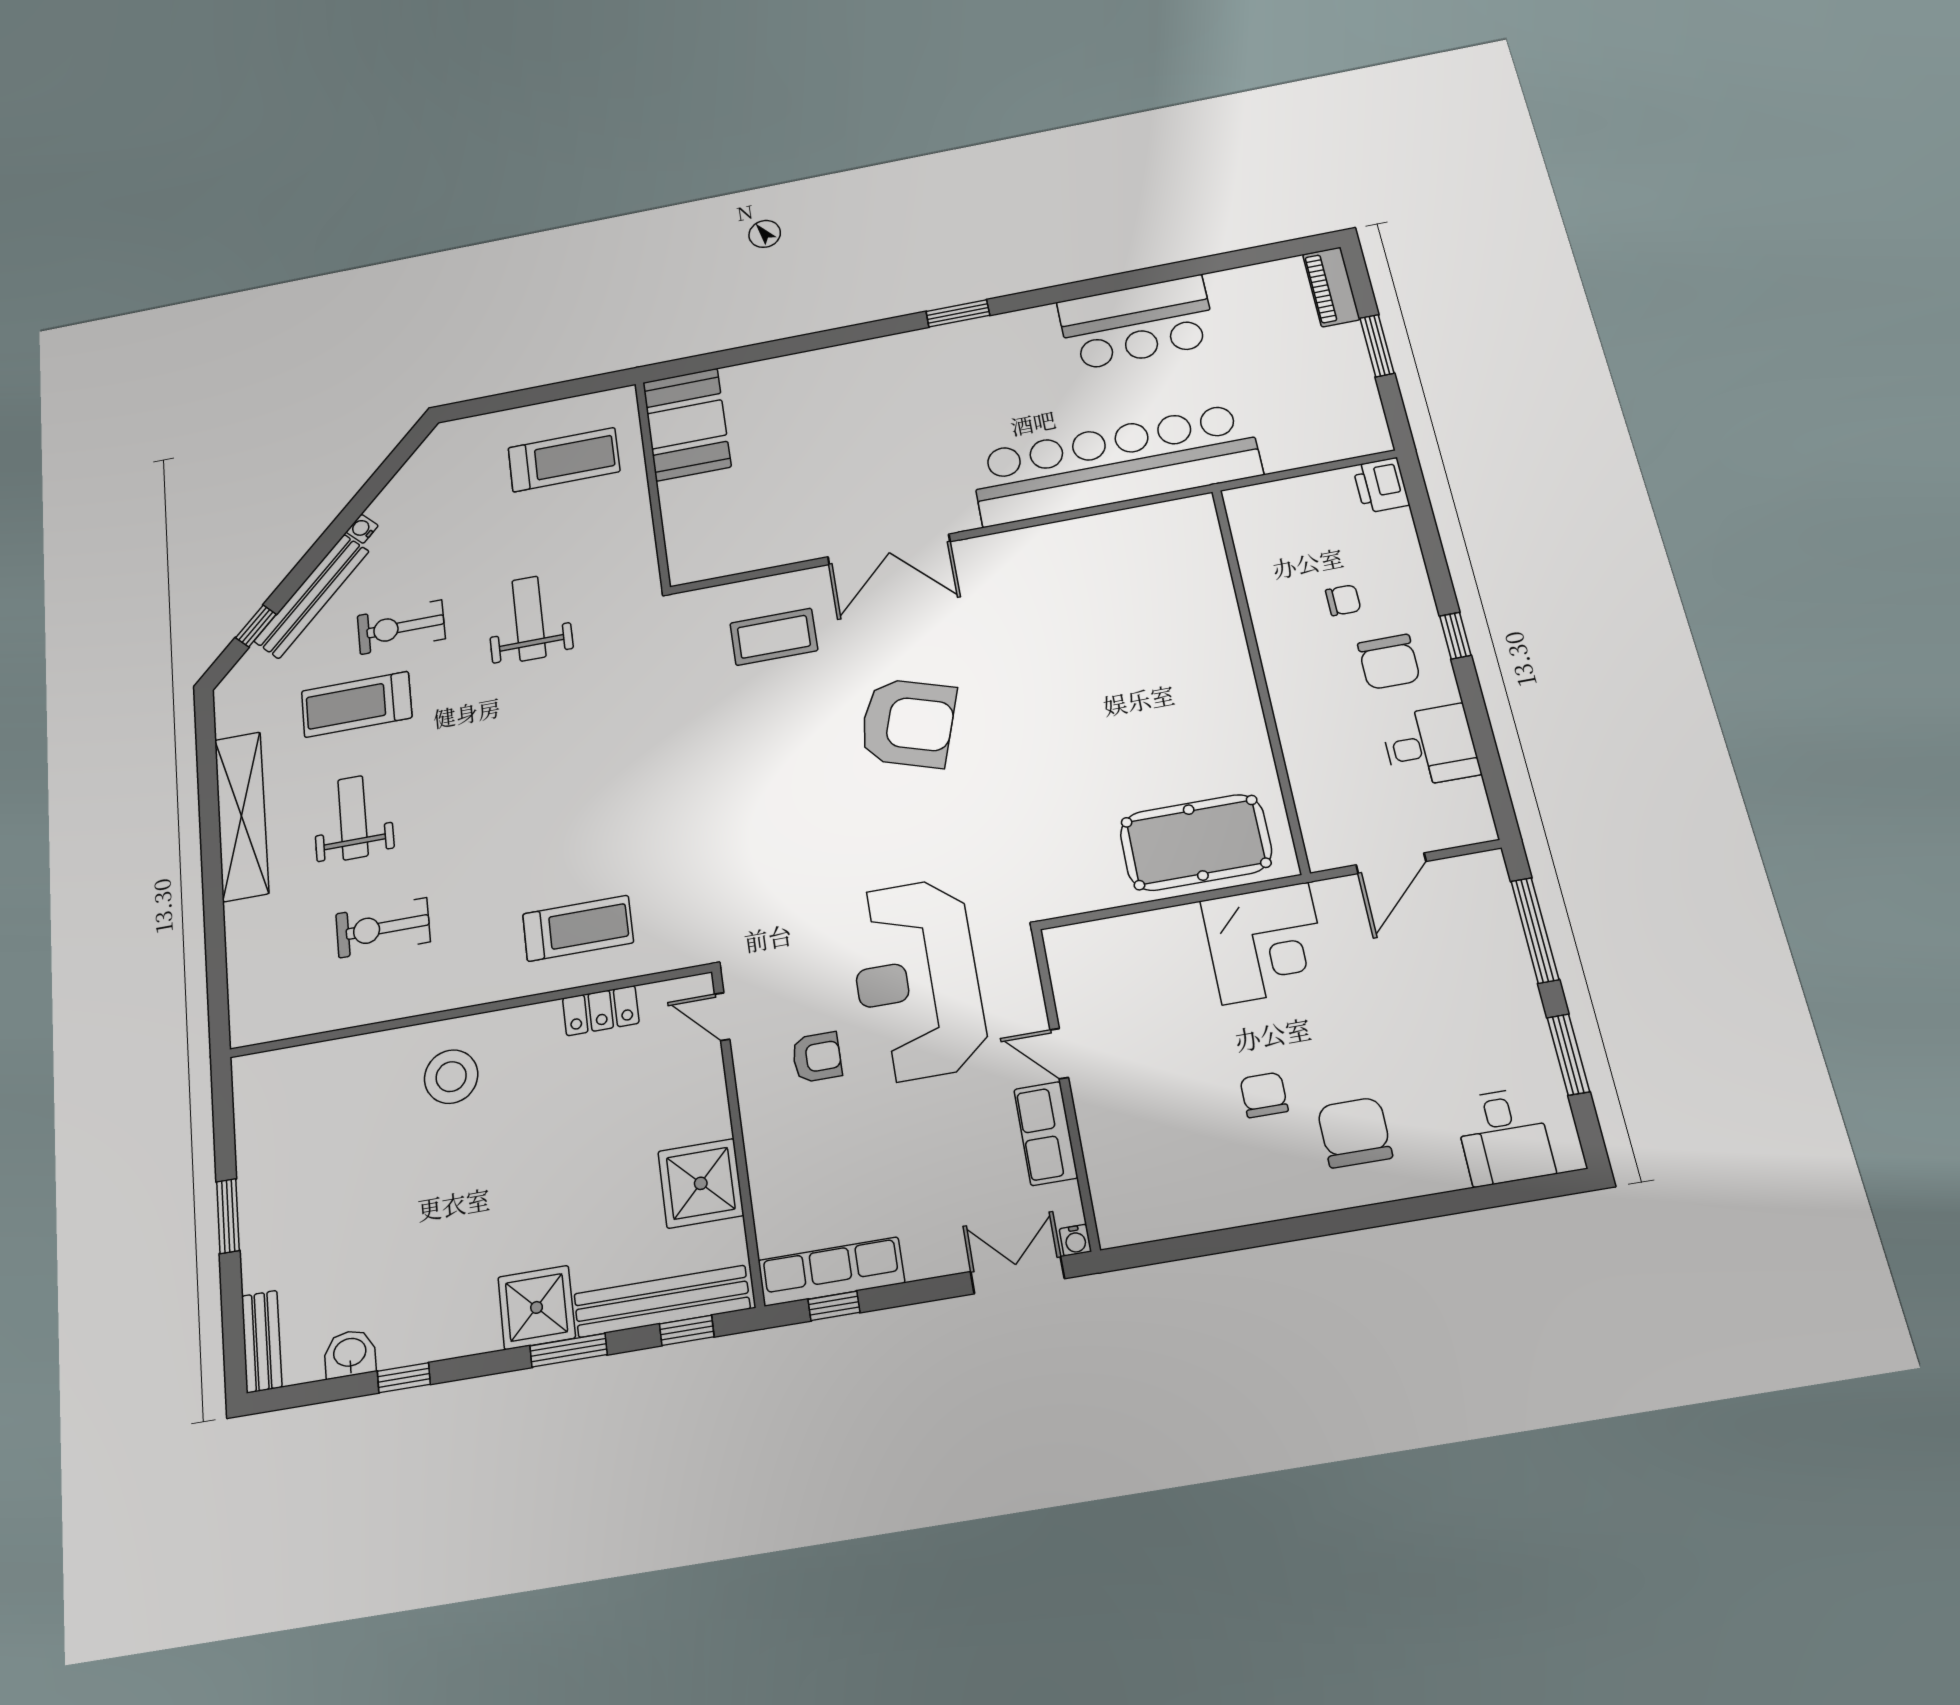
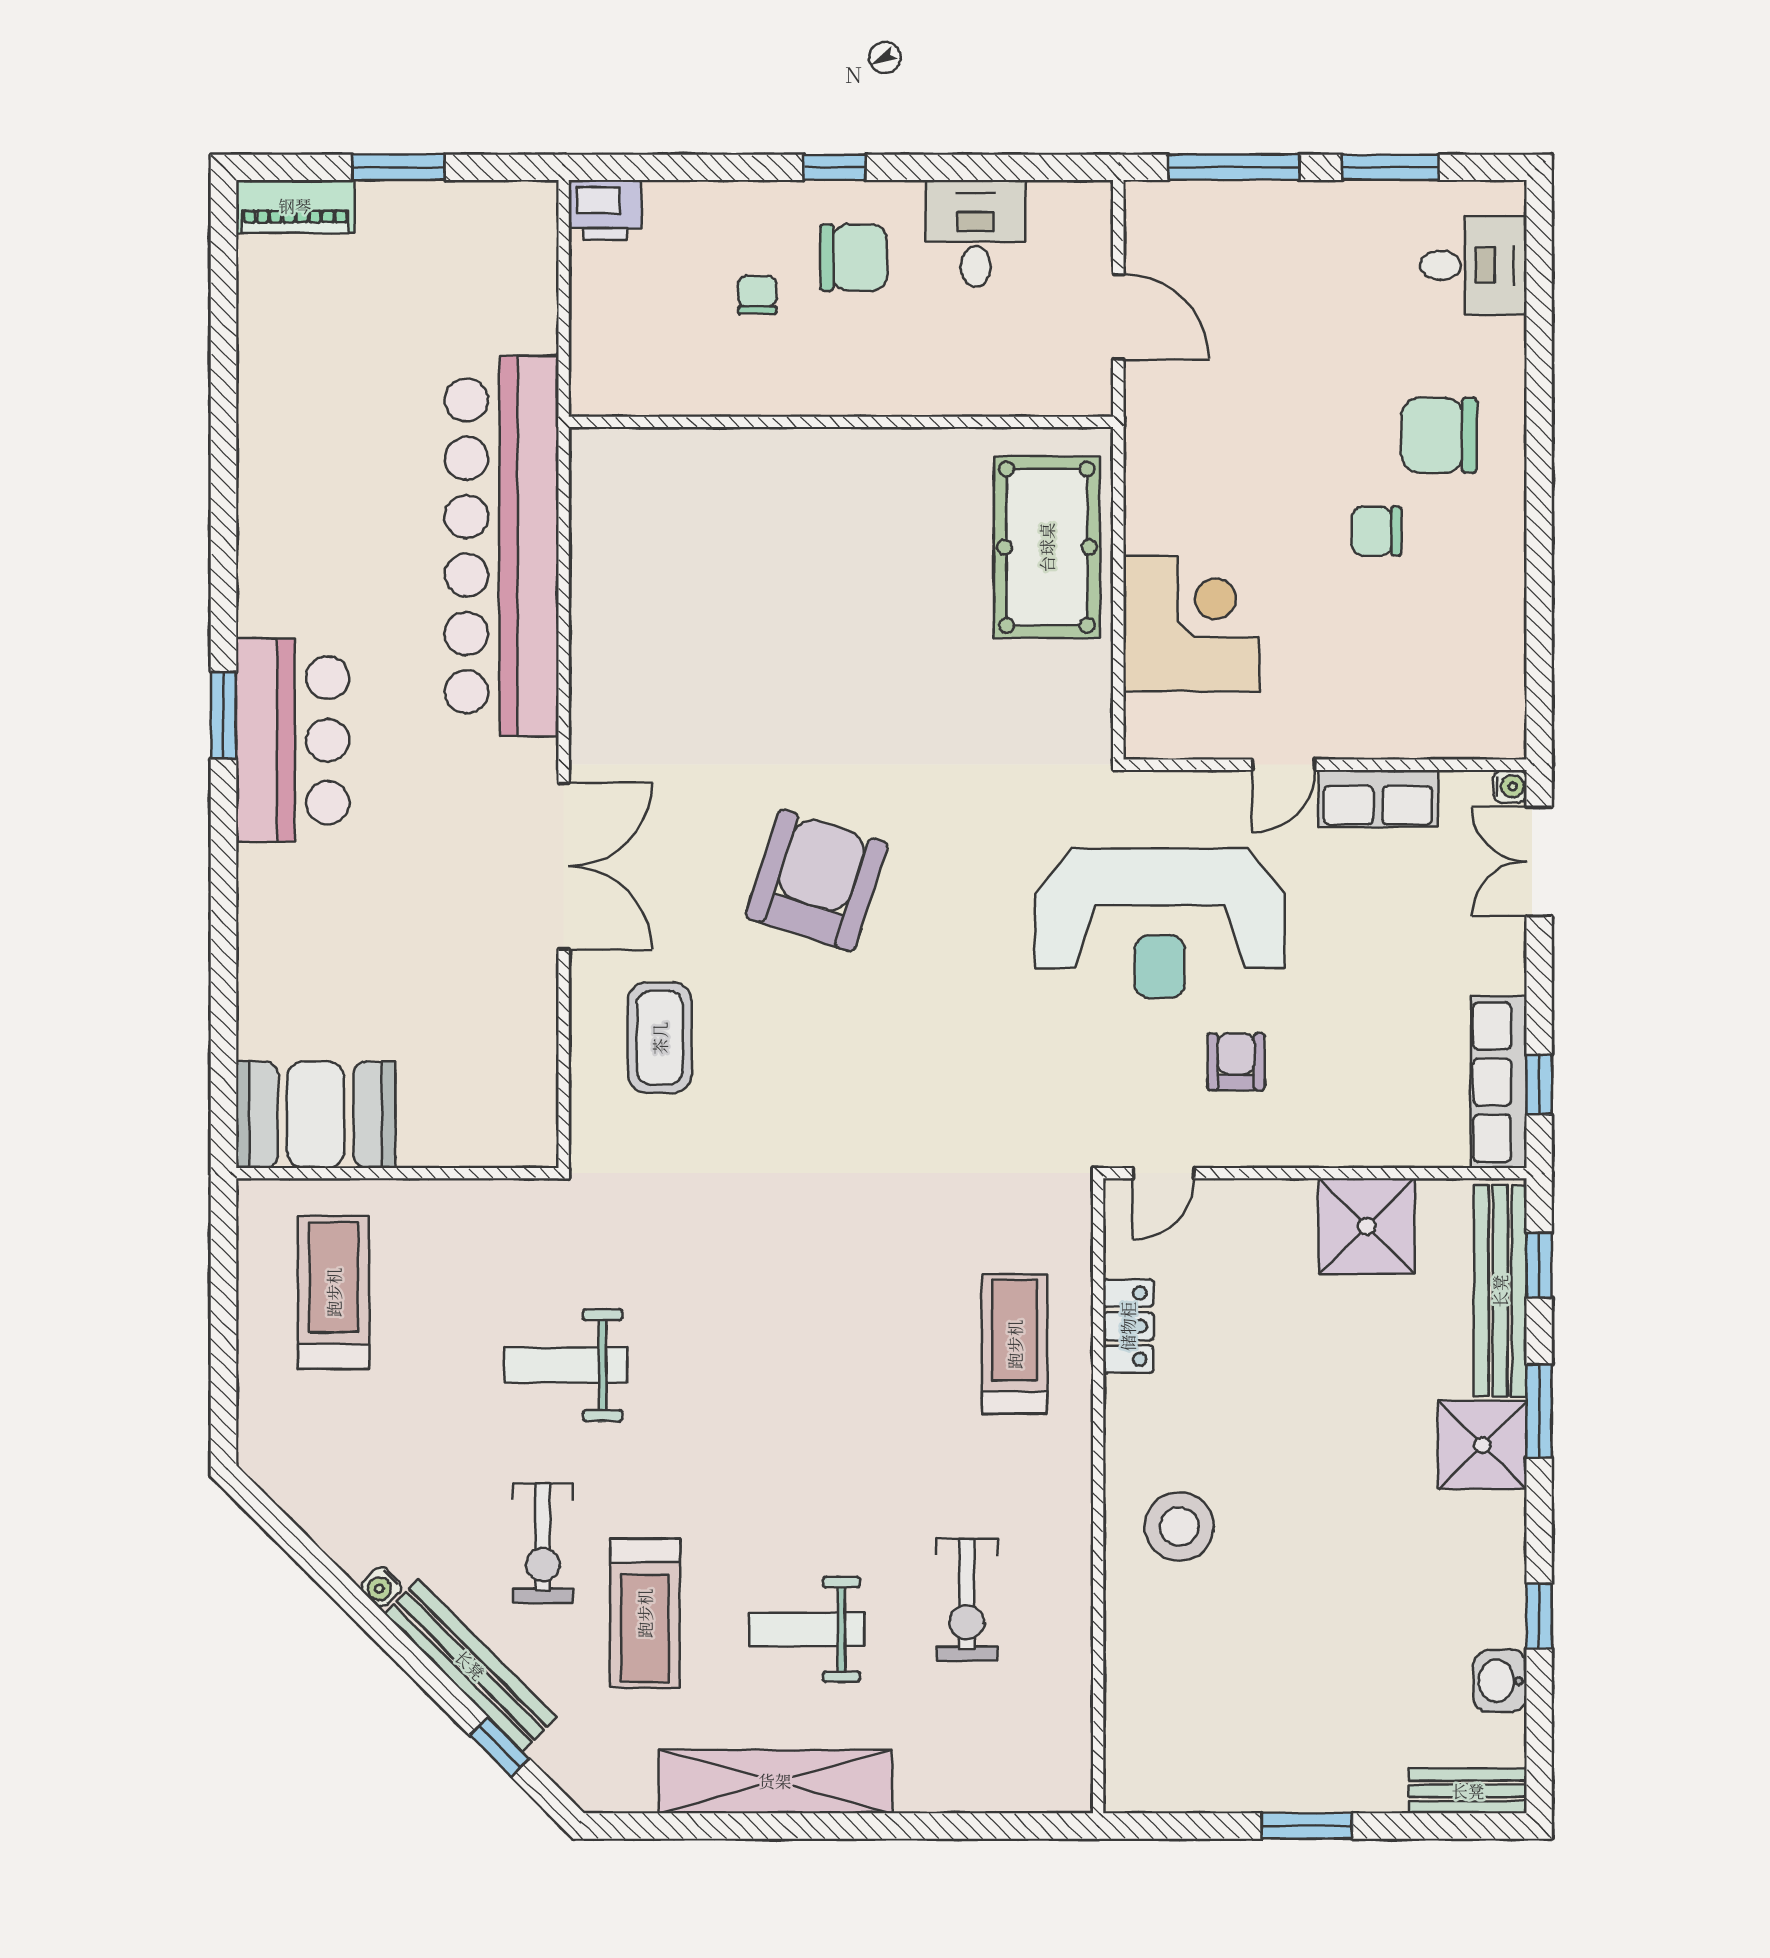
bar counter: (1137, 323) -> (293, 740), moved
corner desk: (1265, 943) -> (1191, 623), moved

